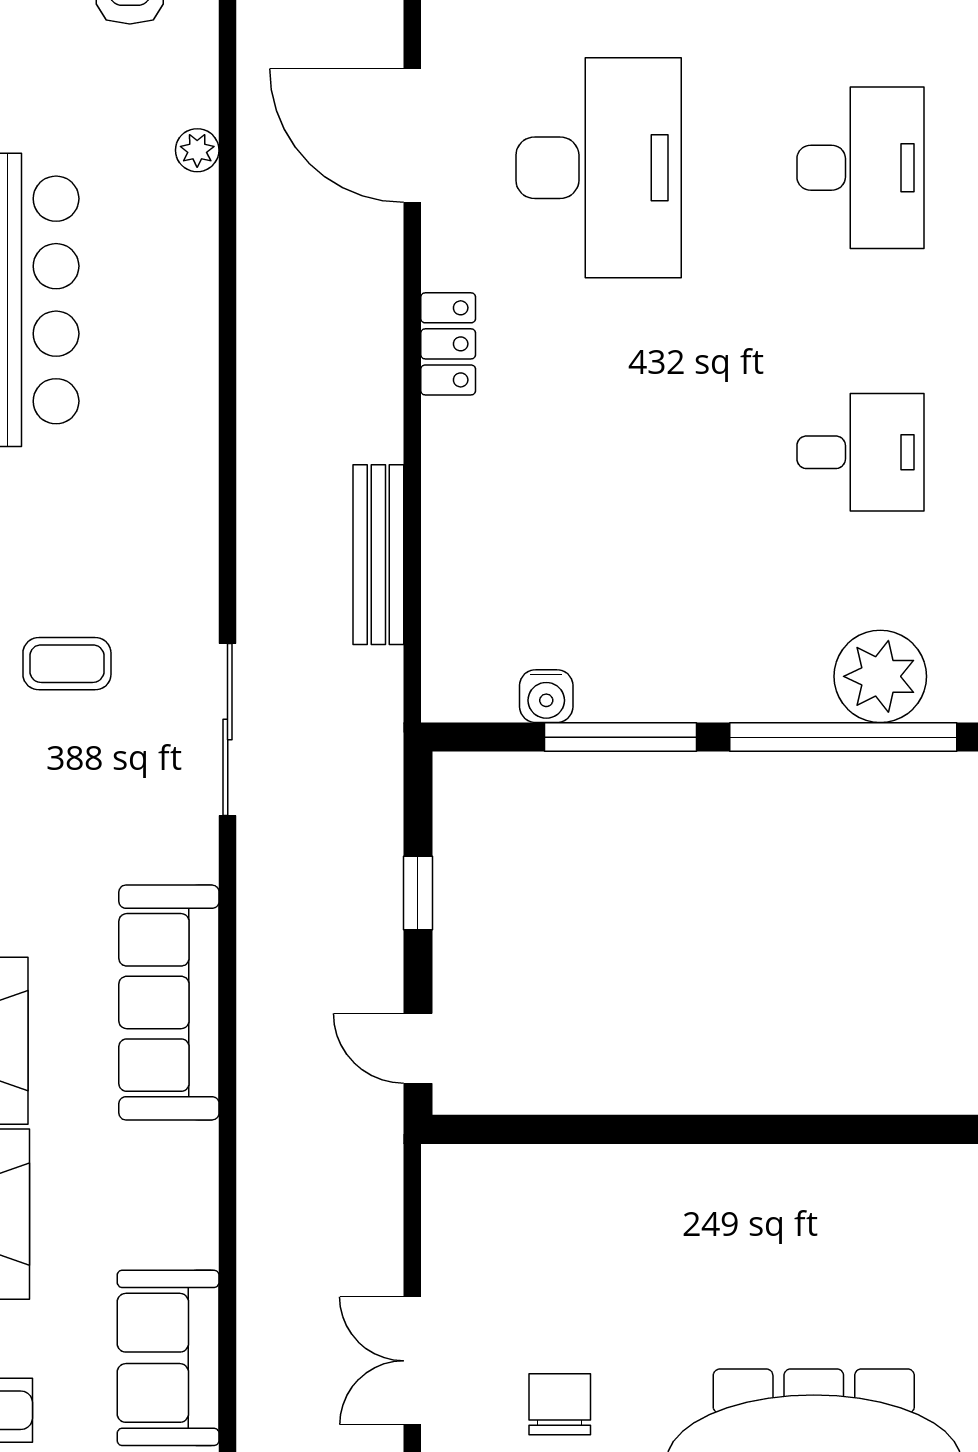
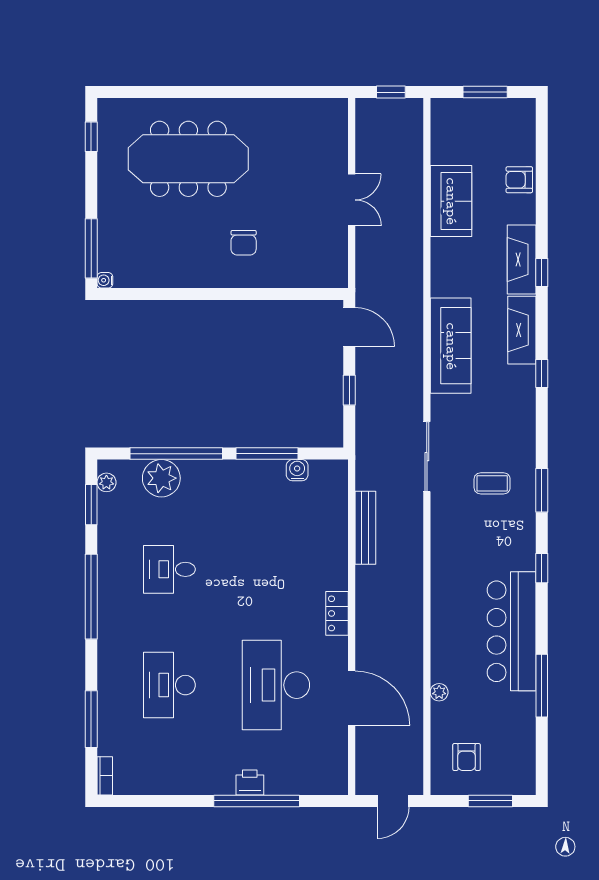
door: (418, 1048) -> (349, 327), width x1.38
chair: (560, 1404) -> (244, 243), moved

